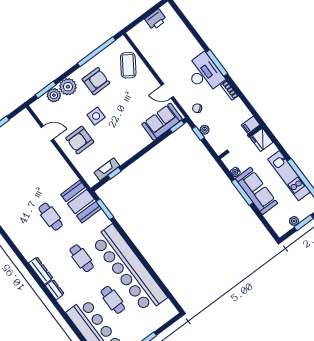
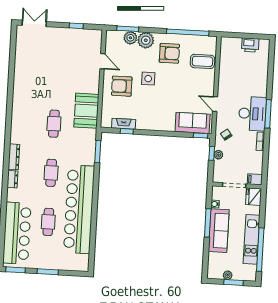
coffee table: (128, 65) -> (202, 61), turned 56
booth: (81, 201) -> (86, 111), moved

